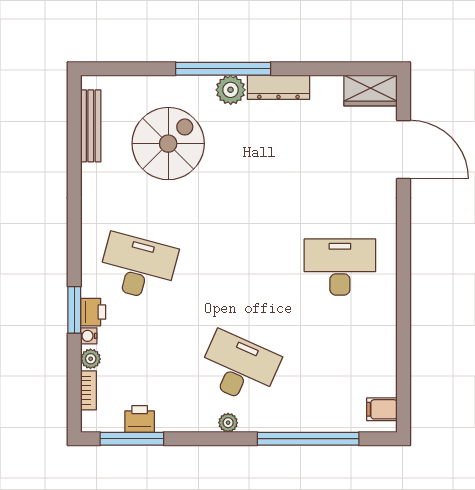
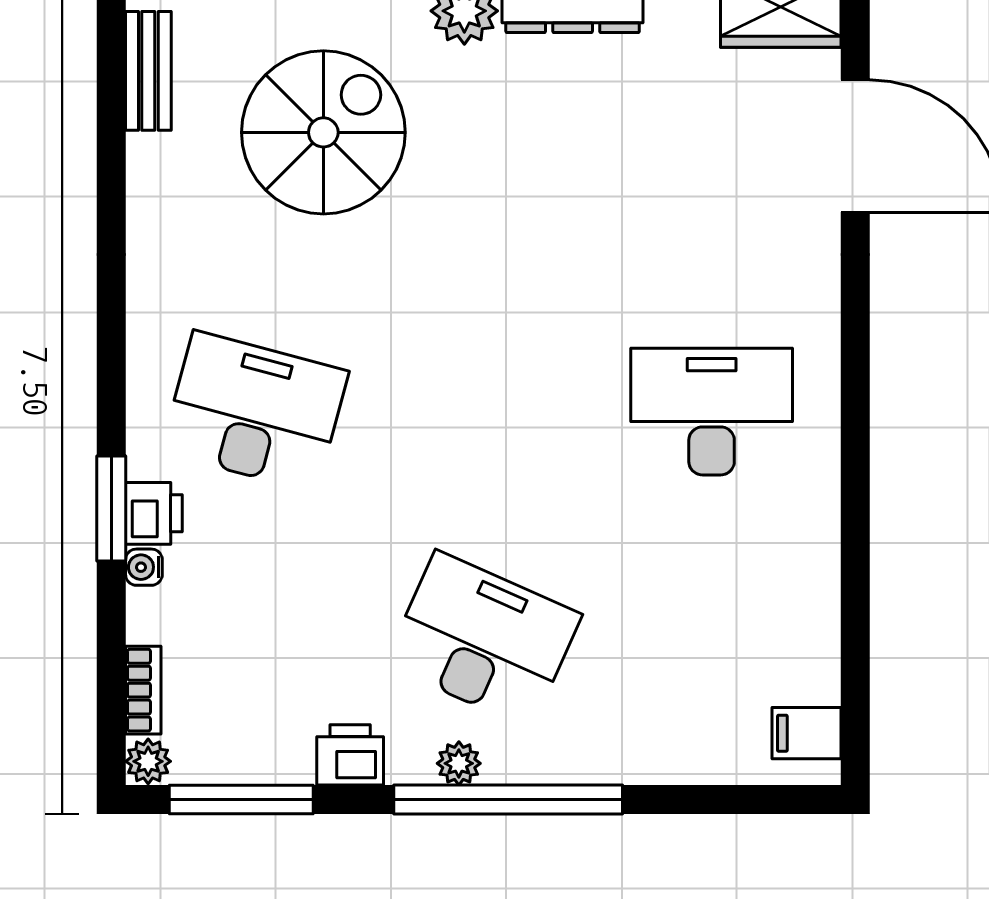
bench: (91, 126) -> (148, 71), width x0.73
plant: (91, 359) -> (148, 761), moved
printer: (140, 419) -> (350, 755), moved
window: (308, 439) -> (508, 800), moved

